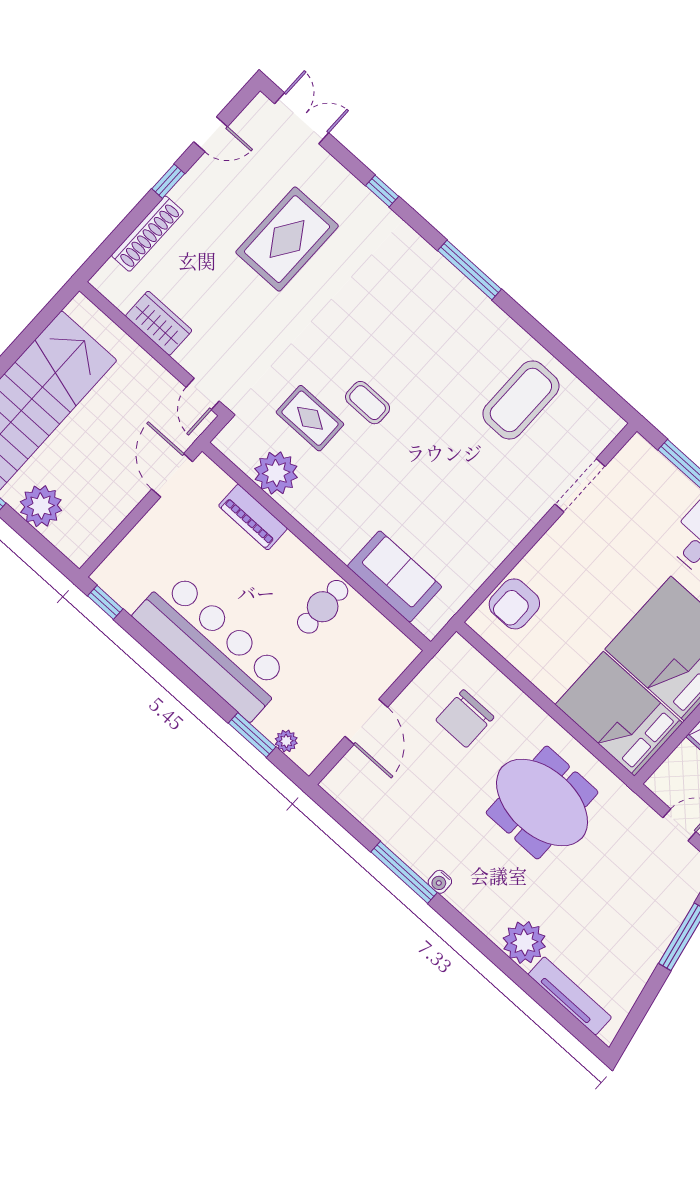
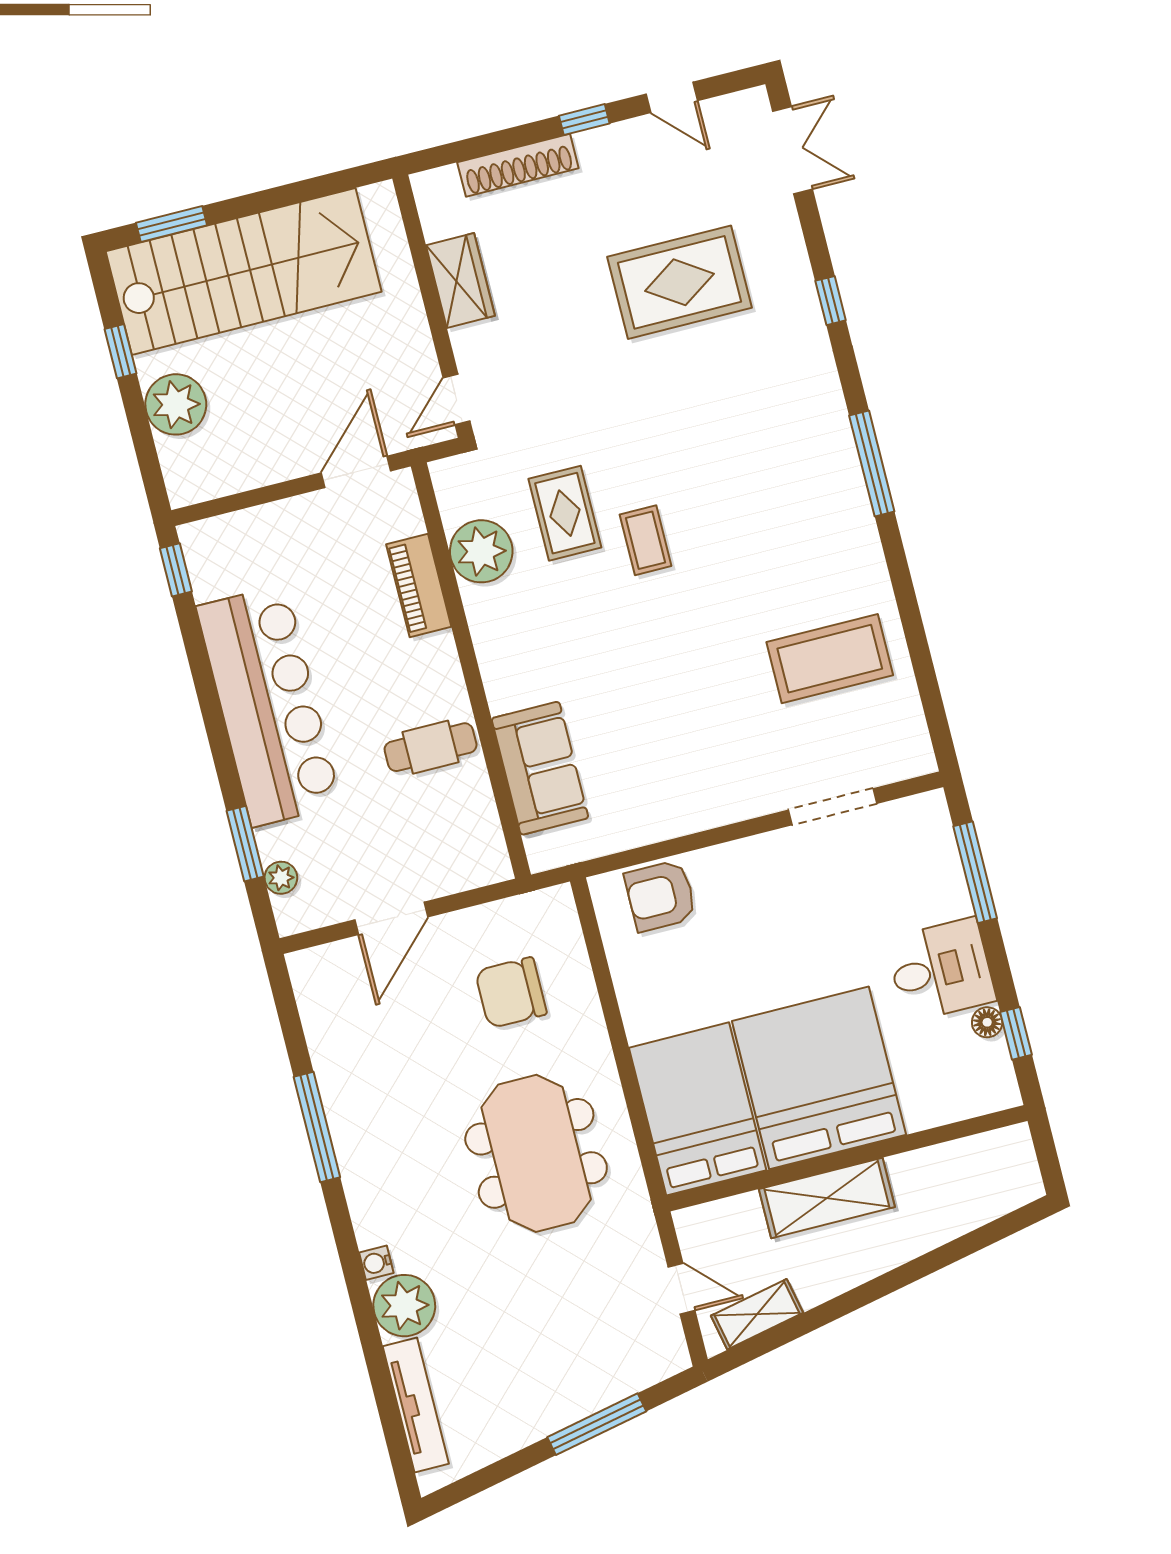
water cooler: (440, 882) -> (376, 1263), moved

